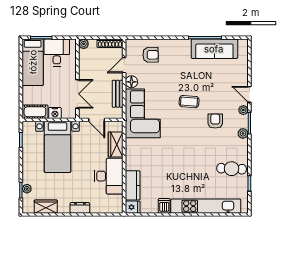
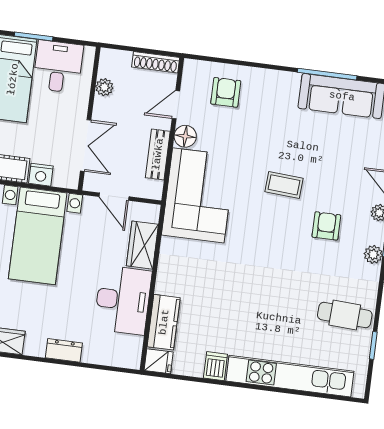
plant: (84, 44) -> (104, 87), moved
armchair: (151, 55) -> (226, 92), turned -89

